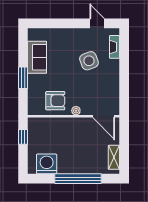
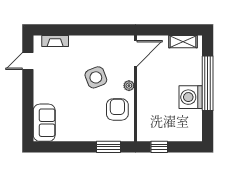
sofa: (37, 57) -> (44, 123), moved, turned 90
side table: (89, 61) -> (96, 77), moved
window: (23, 78) -> (108, 147), moved
washing machine: (47, 164) -> (191, 97), moved

